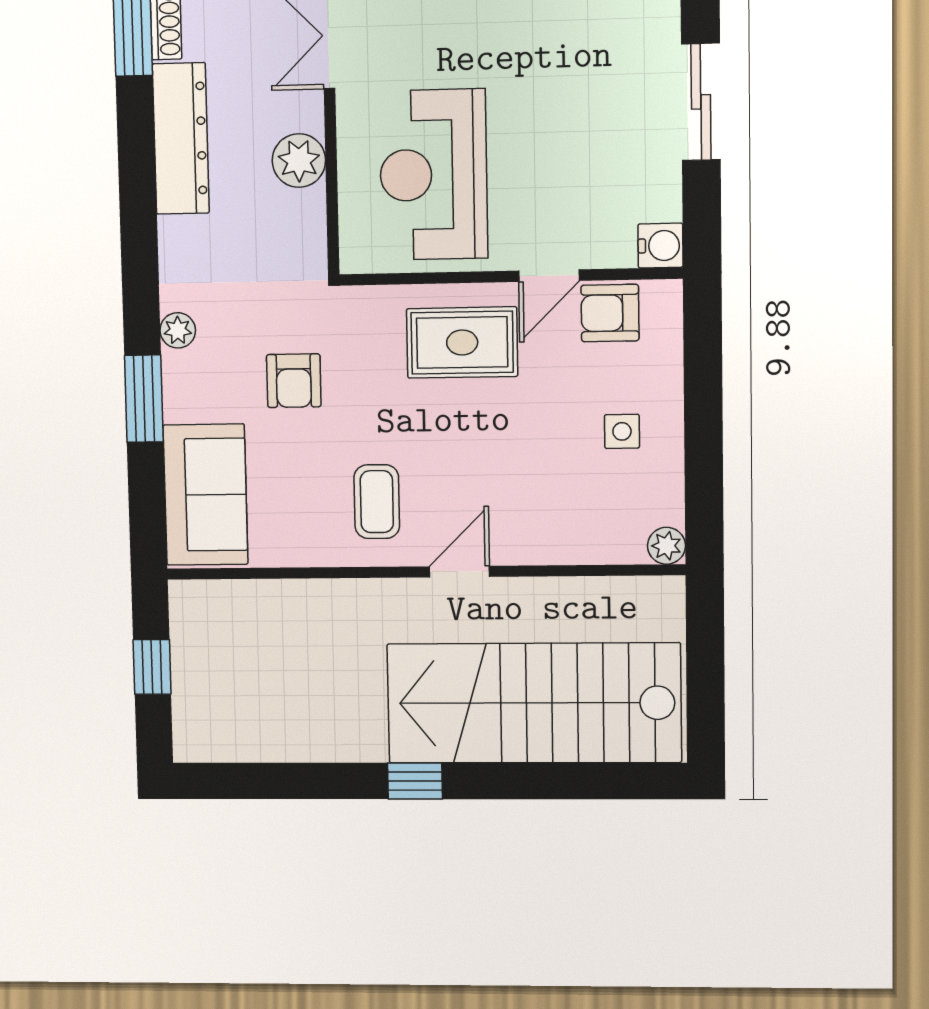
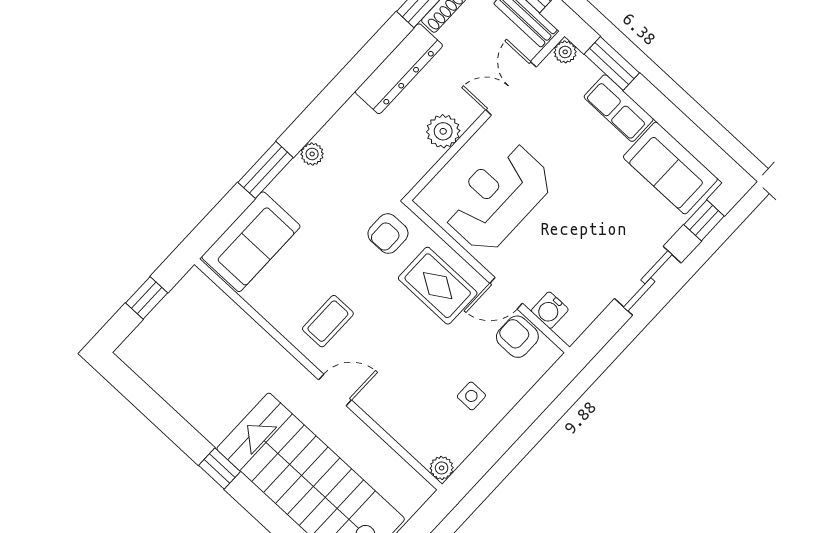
water cooler: (661, 246) -> (550, 310), moved, turned 90
armchair: (294, 381) -> (388, 234), moved

